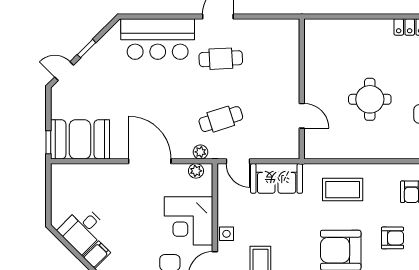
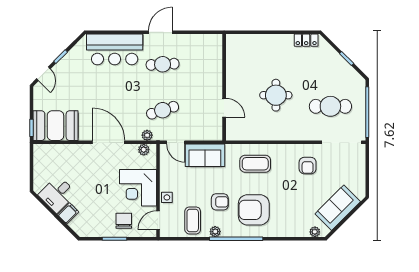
door: (64, 71) -> (43, 74), swing flipped
armchair: (393, 238) -> (220, 202), moved

